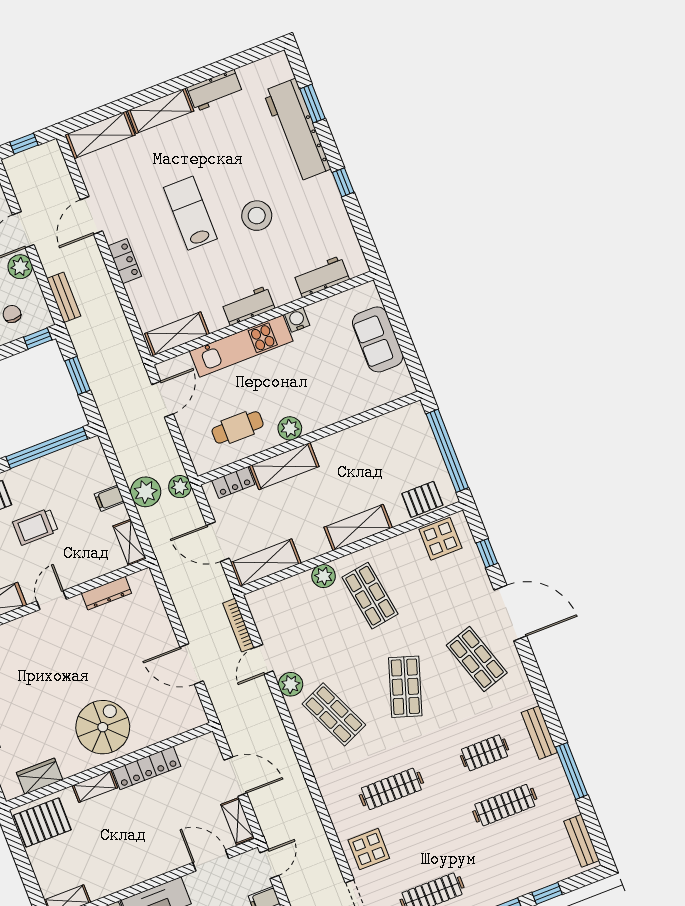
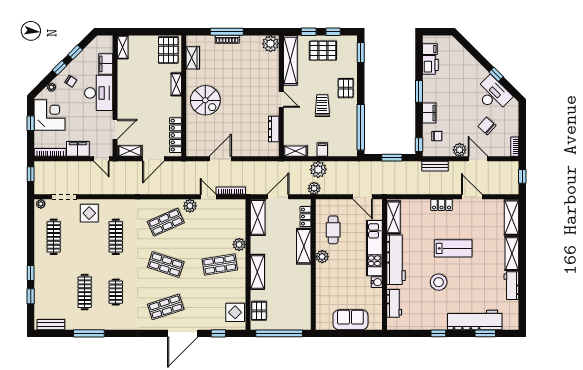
workbench: (248, 306) -> (396, 260), width x1.88, depth x1.32
bench: (539, 733) -> (115, 325), removed
locker: (147, 768) -> (175, 135), moved

